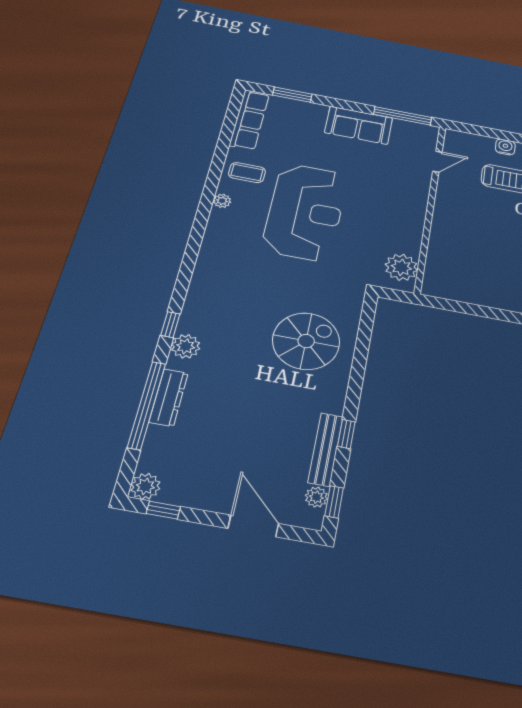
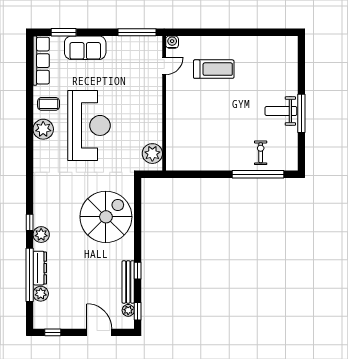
sofa: (359, 125) -> (85, 48), moved
water cooler: (505, 147) -> (172, 42), moved
plant: (222, 201) -> (43, 129), width x1.88, depth x1.88
spiral stairs: (306, 341) -> (106, 217), width x1.37, depth x1.37
plant: (145, 486) -> (41, 294), moved

